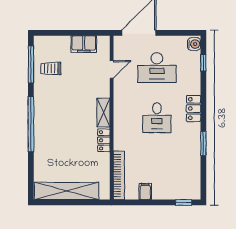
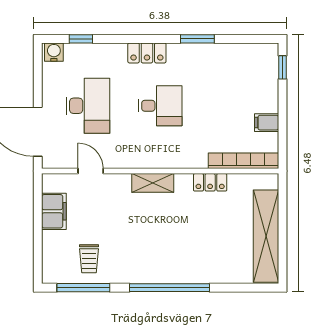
locker: (104, 140) -> (210, 182), moved

